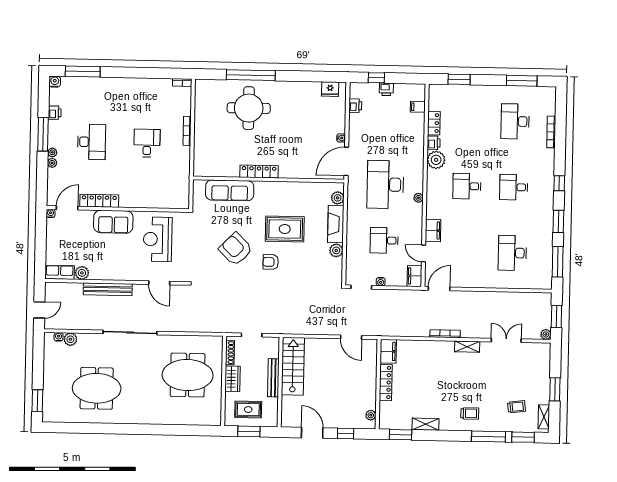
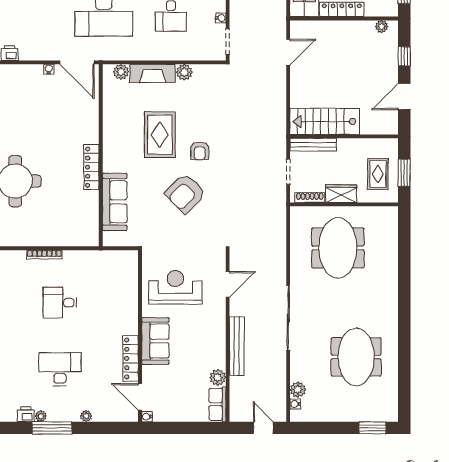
plant: (52, 152) -> (41, 416), moved
reception desk: (158, 239) -> (175, 287), turned 180
bench: (273, 378) -> (313, 145), moved

